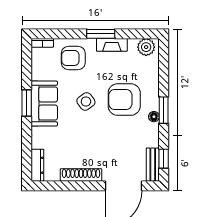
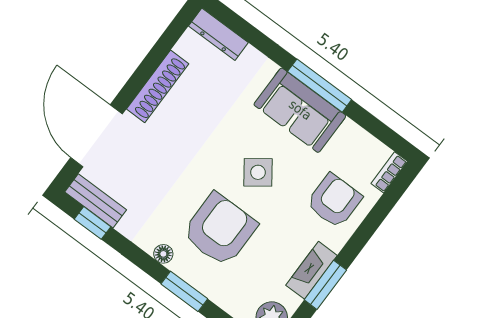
window: (101, 34) -> (325, 285), moved
window: (27, 103) -> (320, 86), width x1.44
window: (164, 110) -> (184, 291), moved

